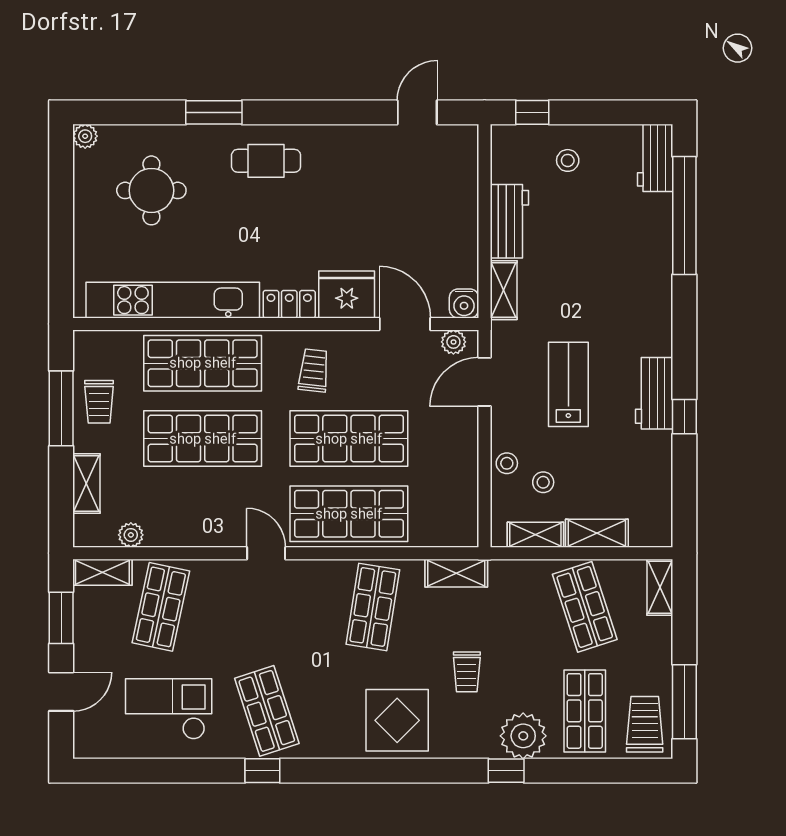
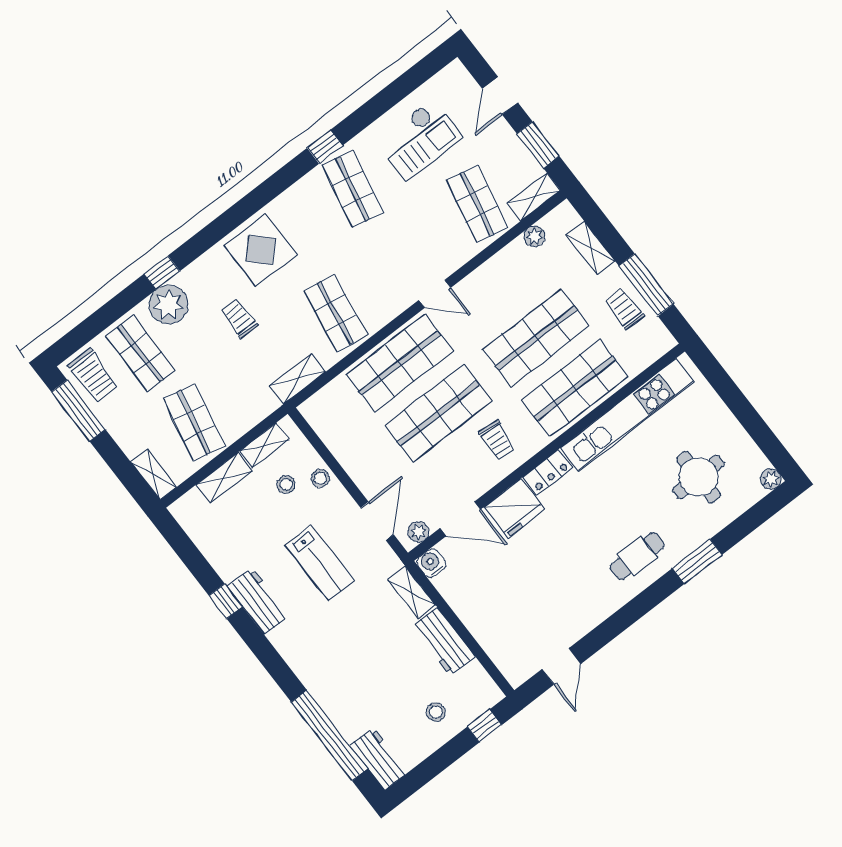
shop shelf: (585, 607) -> (194, 423), turned 30
shop shelf: (267, 711) -> (353, 189), turned 30

